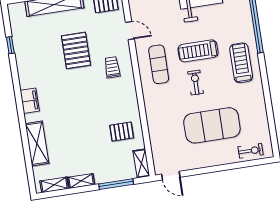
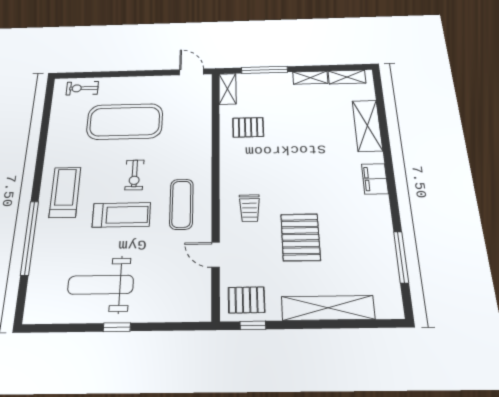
window: (10, 45) -> (401, 257), width x2.17
treadmill: (241, 63) -> (65, 192), turned 180

